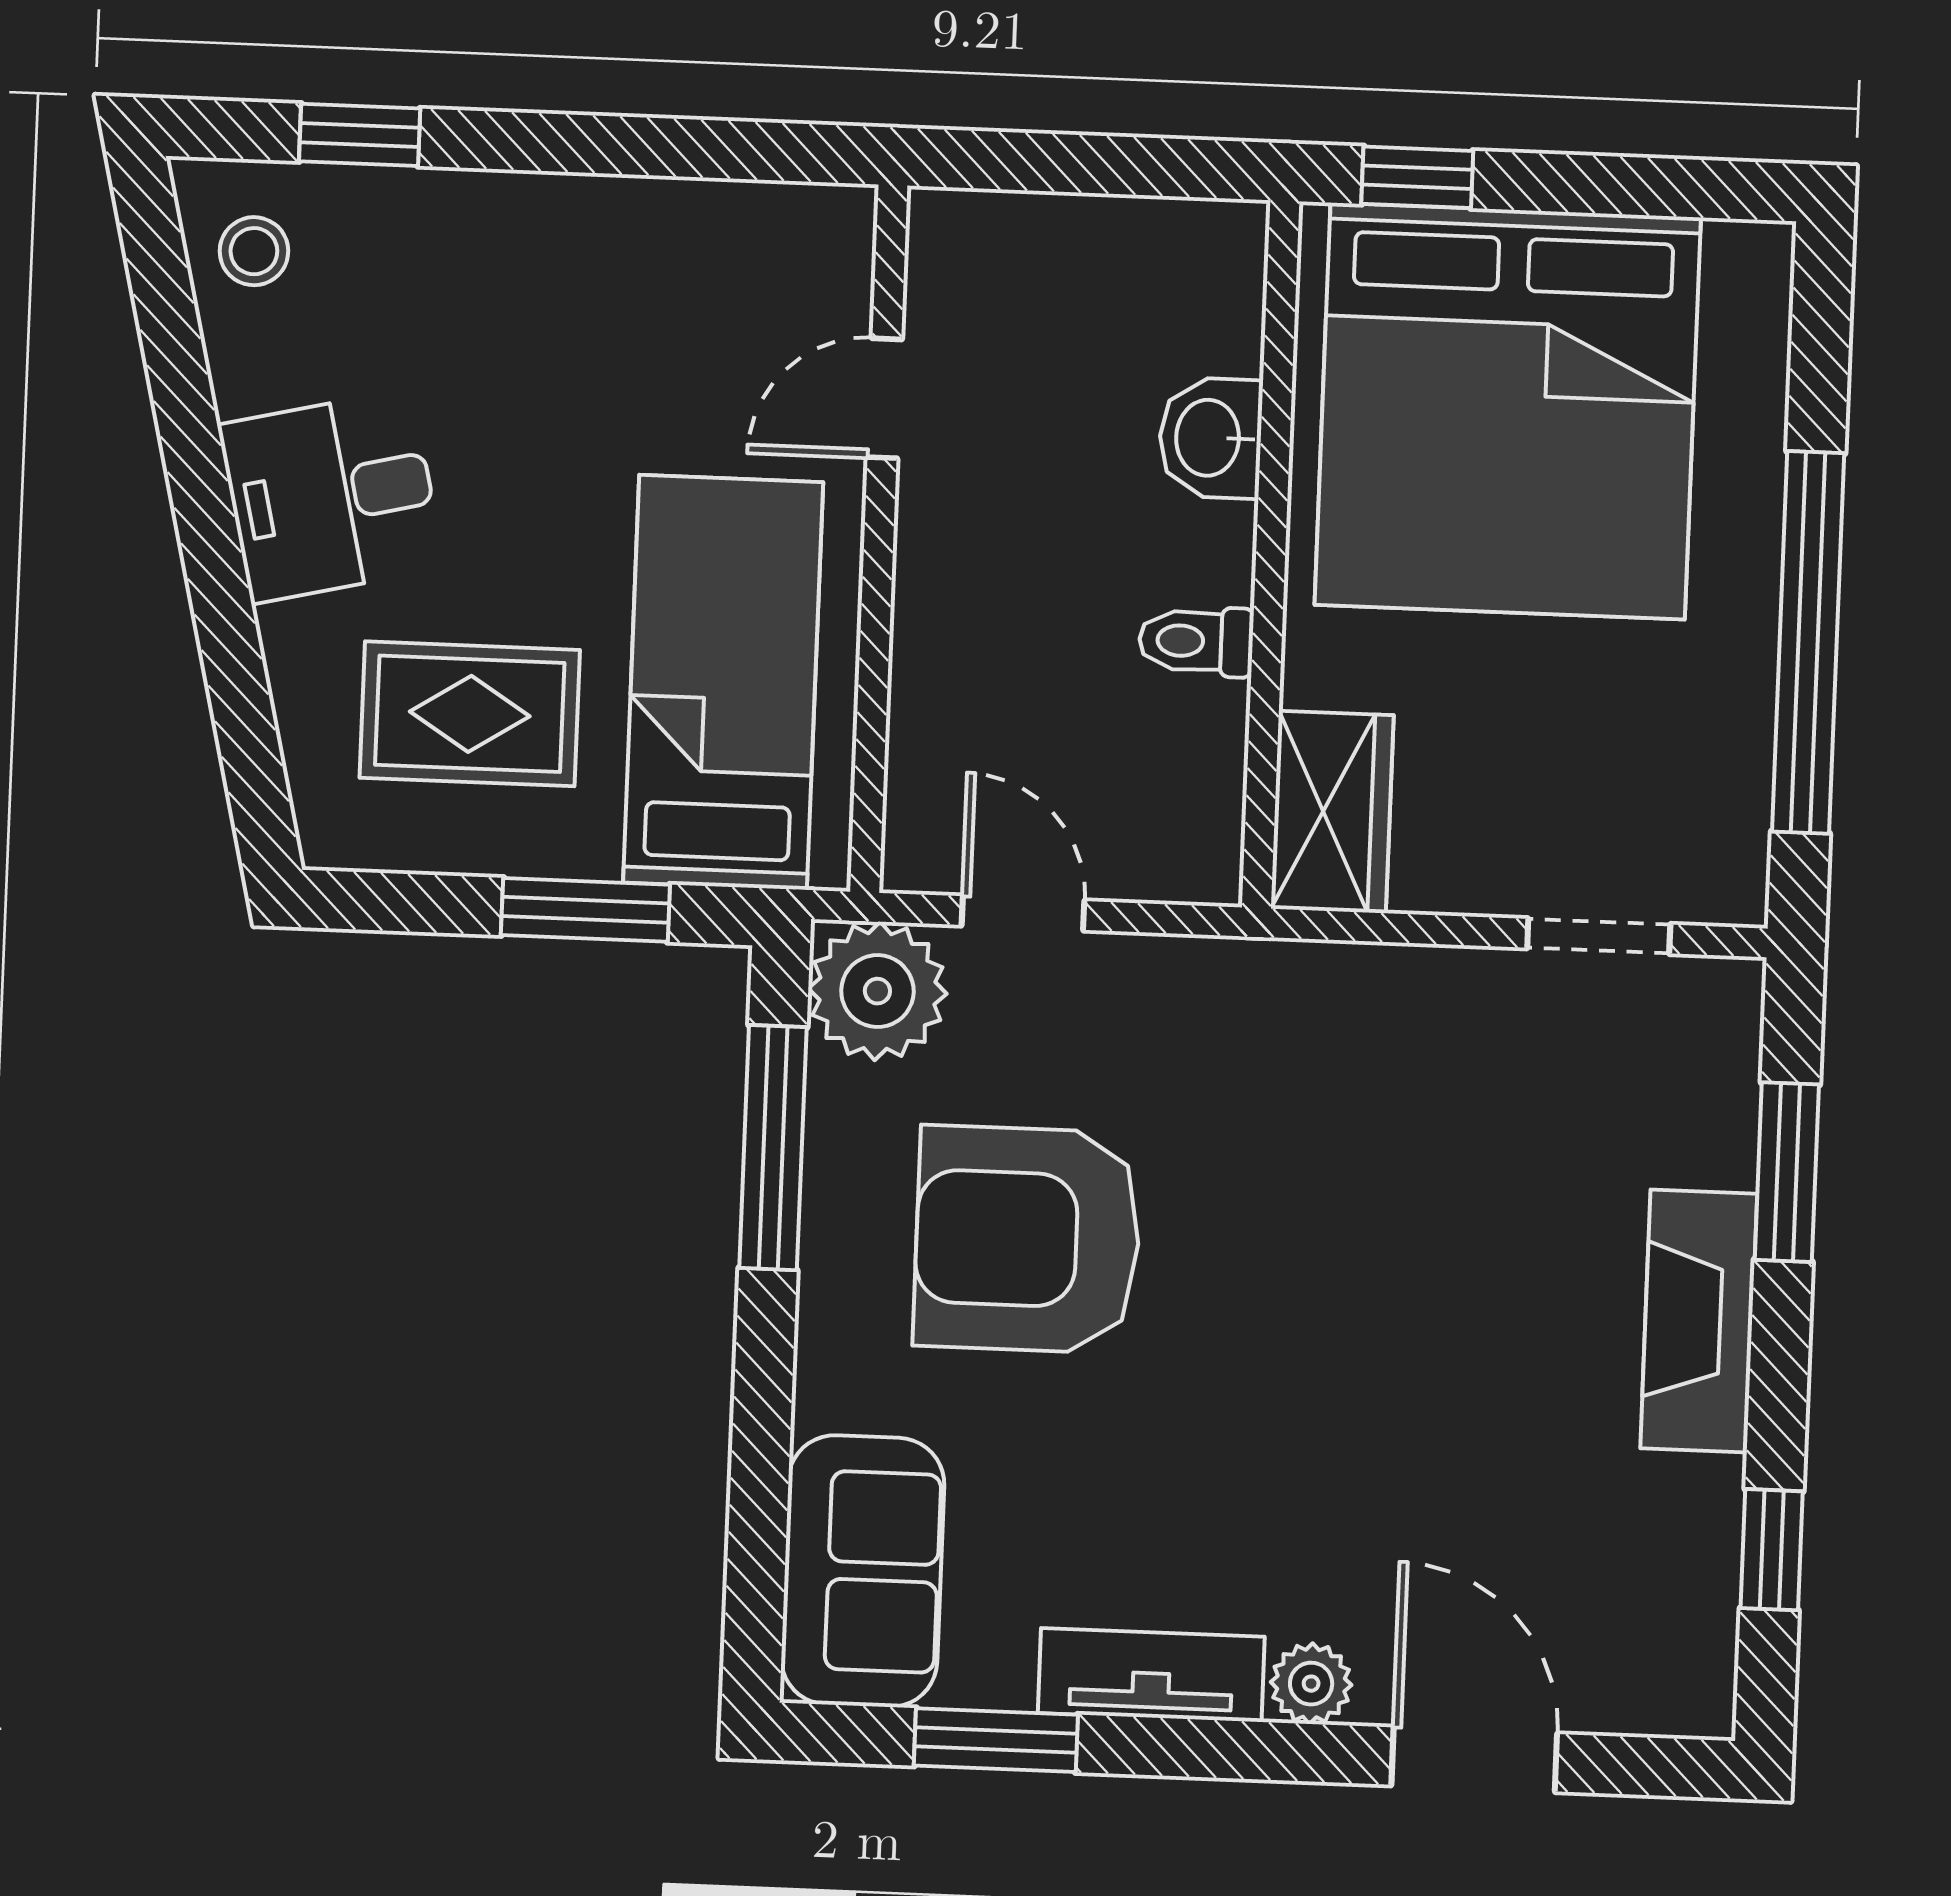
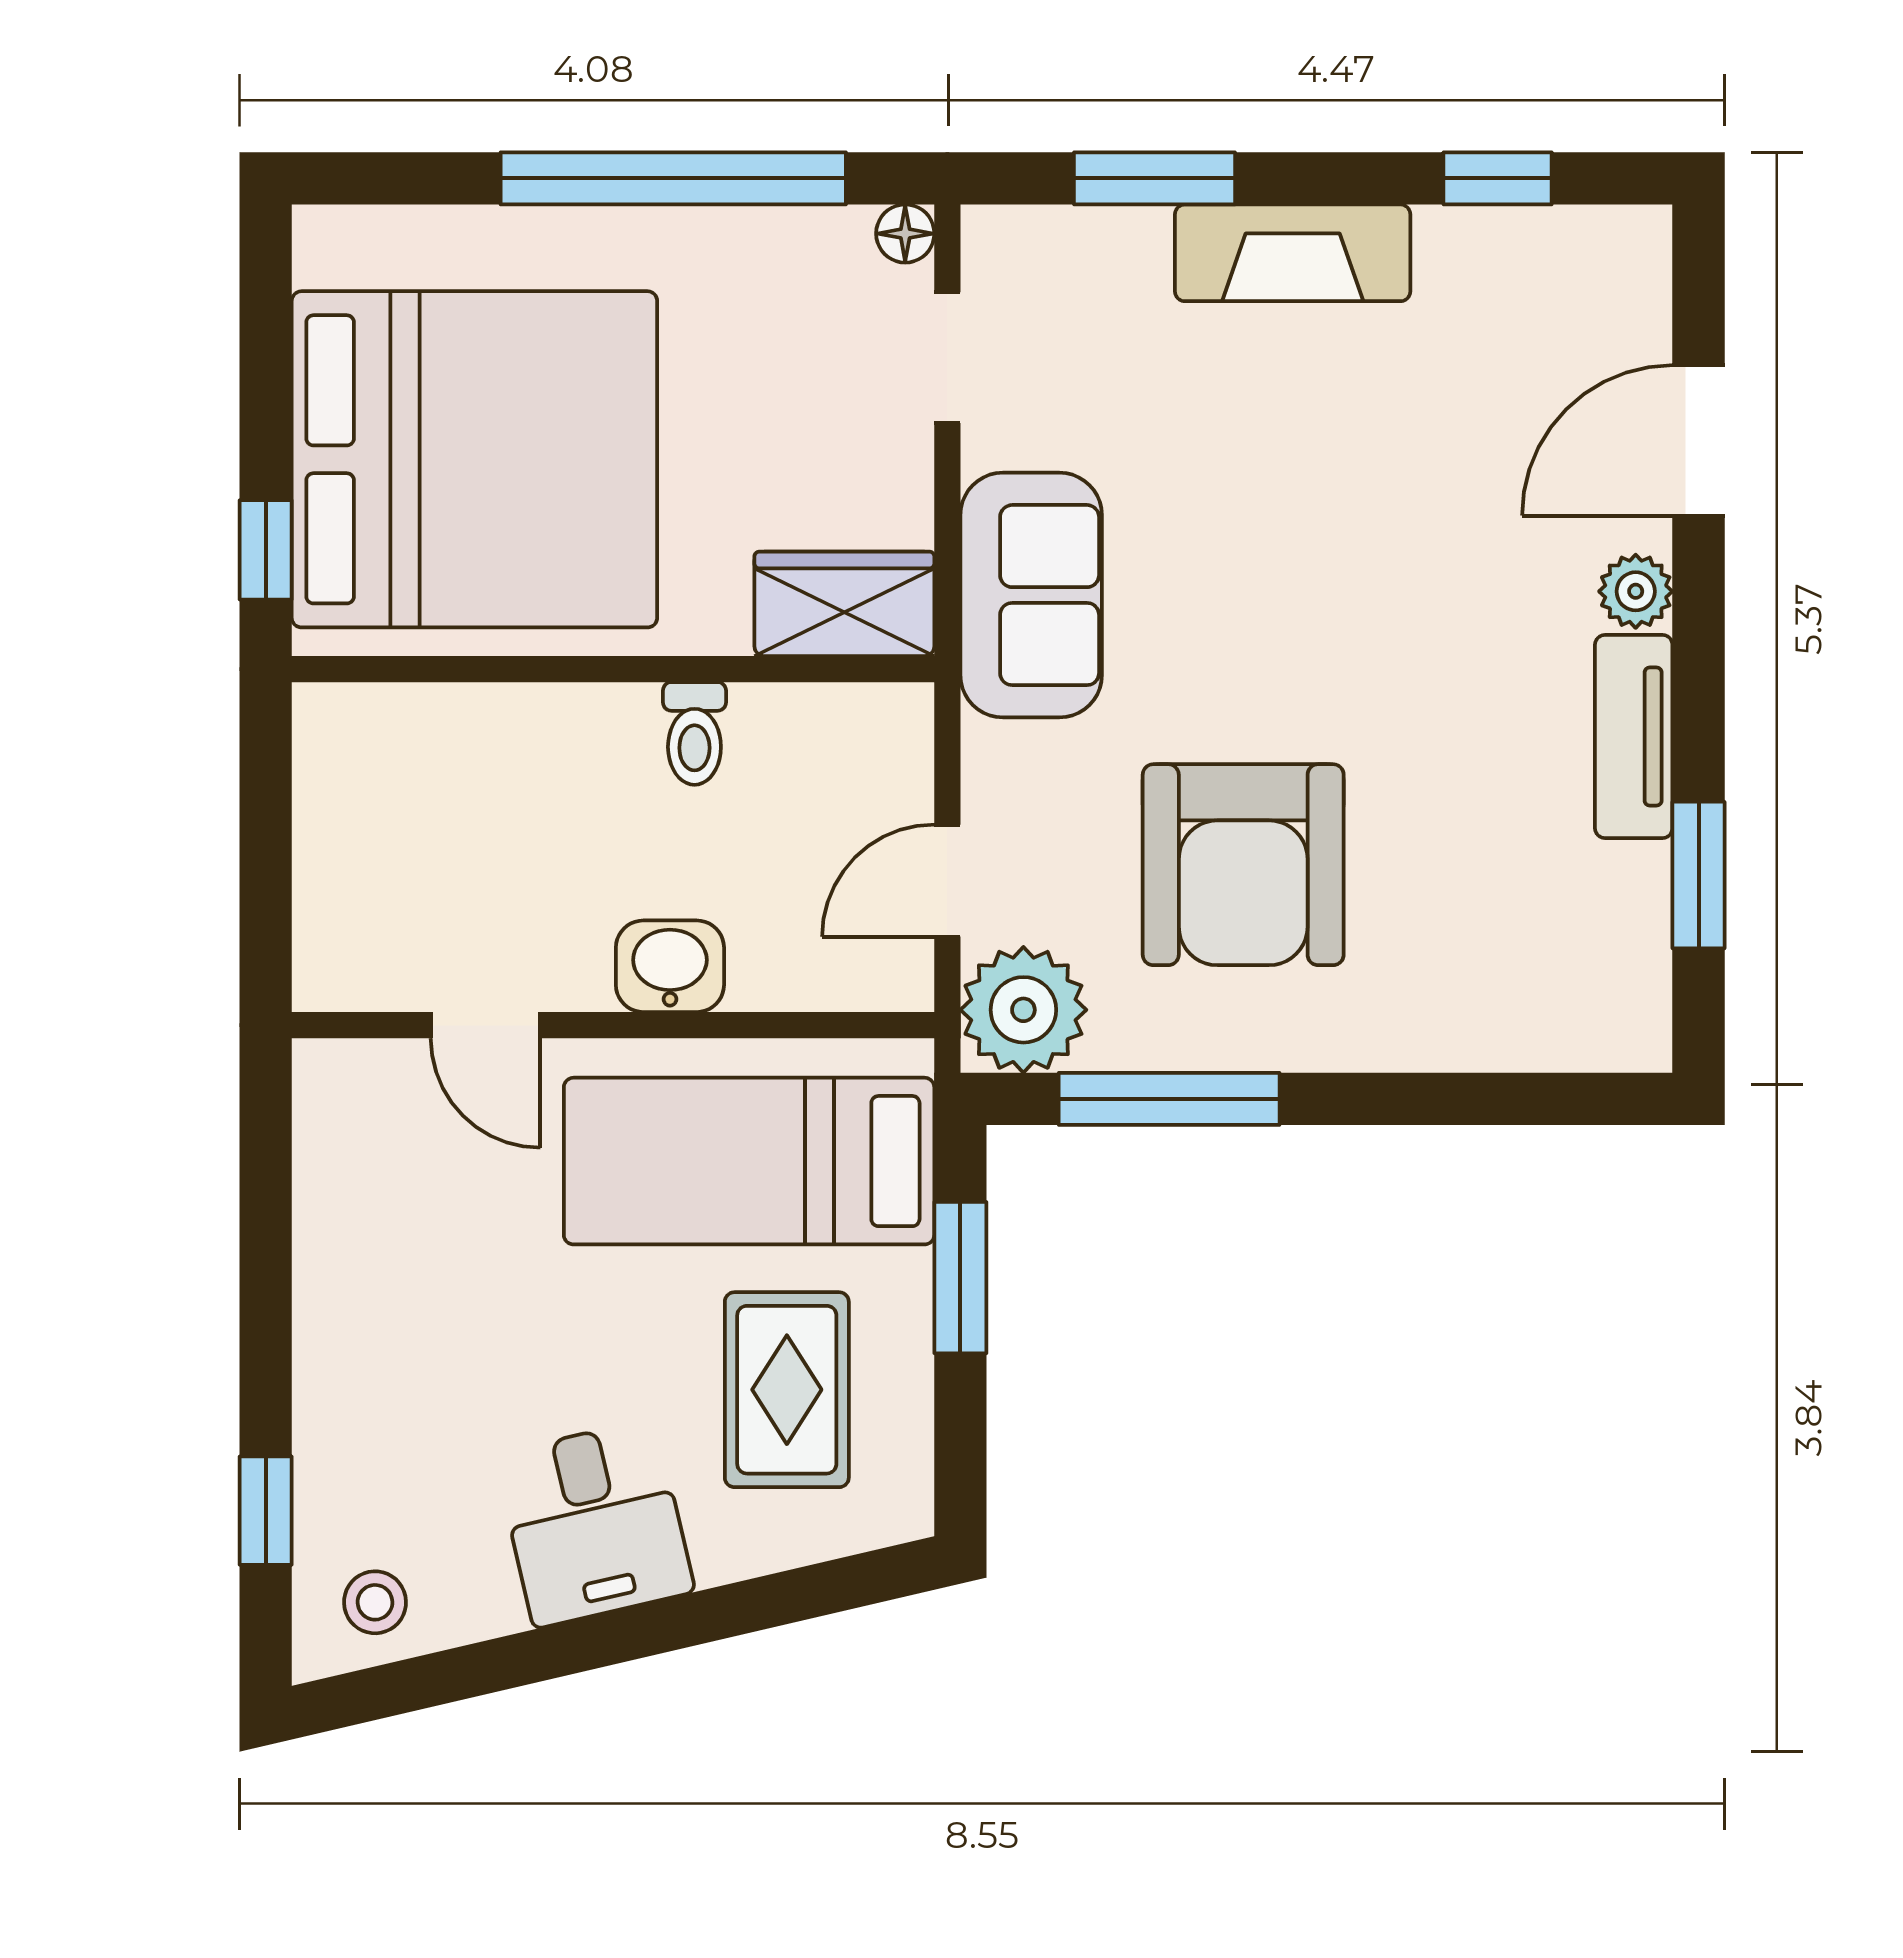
washbasin: (1211, 438) -> (670, 966), moved, turned 180
floor lamp: (1737, 895) -> (905, 234), added
sofa: (863, 1571) -> (1031, 595), moved, turned 90

